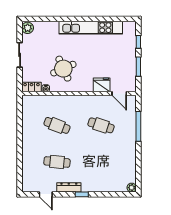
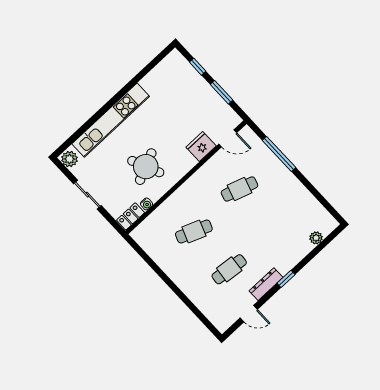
kitchen unit: (91, 28) -> (111, 120), moved
plant: (132, 188) -> (316, 238), moved

